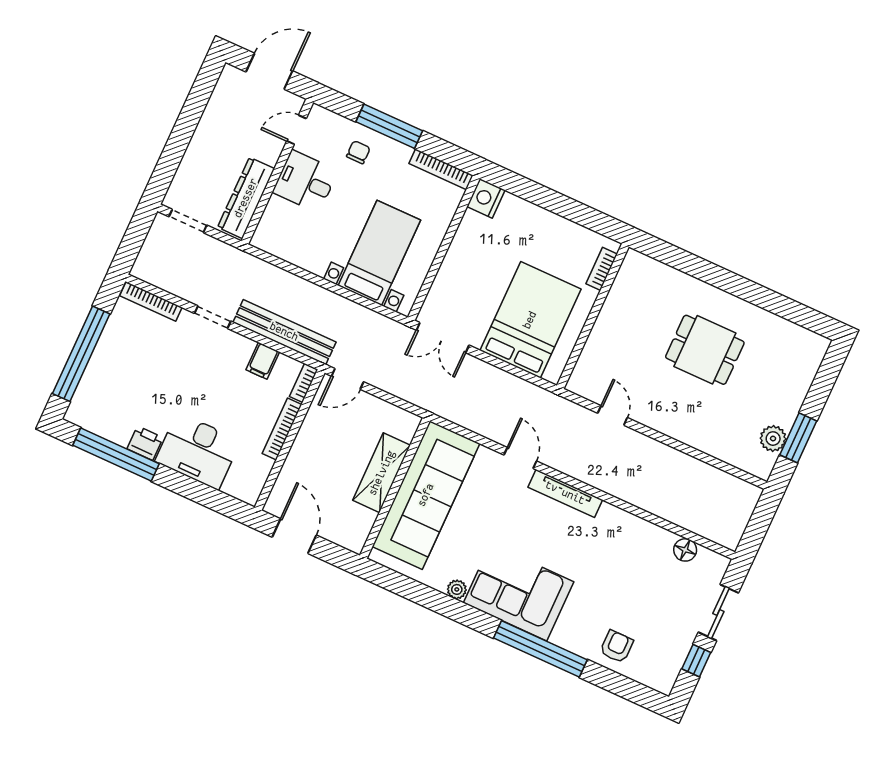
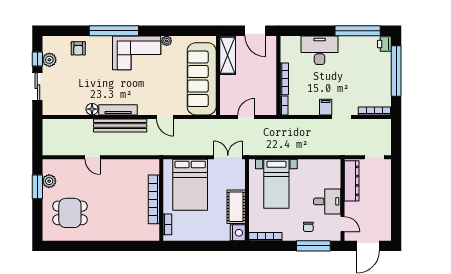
window: (389, 126) -> (313, 246), moved
door: (296, 130) -> (343, 224), hinge flipped
cot: (468, 245) -> (236, 207), added
bookcase: (605, 323) -> (154, 199), added
bench: (284, 332) -> (120, 125), moved
dining table: (705, 350) -> (70, 213), moved
filing cabinet: (263, 361) -> (326, 107), moved
door: (348, 379) -> (246, 117), moved
door: (613, 415) -> (93, 157), moved
printer: (145, 443) -> (384, 44), moved, turned 90
shelving: (382, 473) -> (228, 55), moved
tv unit: (565, 493) -> (118, 110), moved
floor lamp: (685, 550) -> (92, 109), moved
plant: (676, 650) -> (49, 60), added

